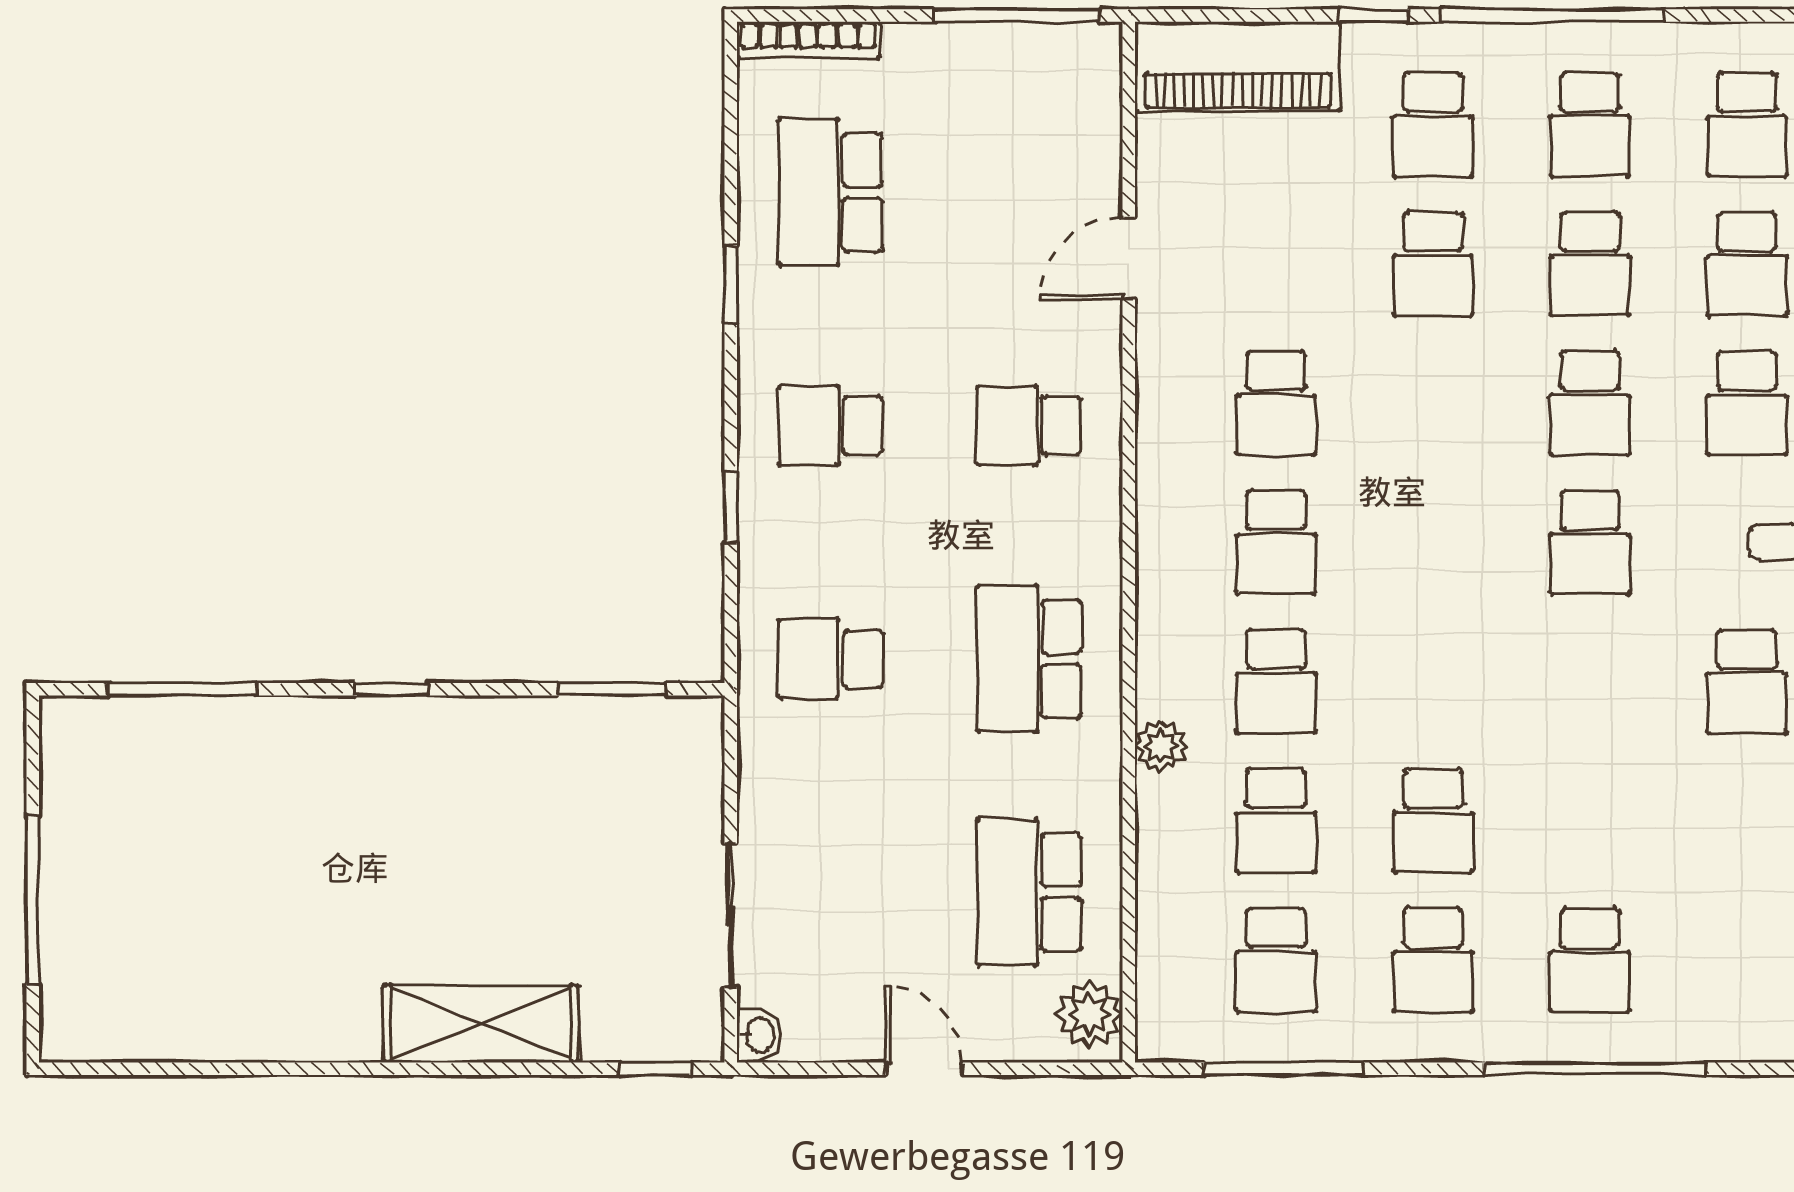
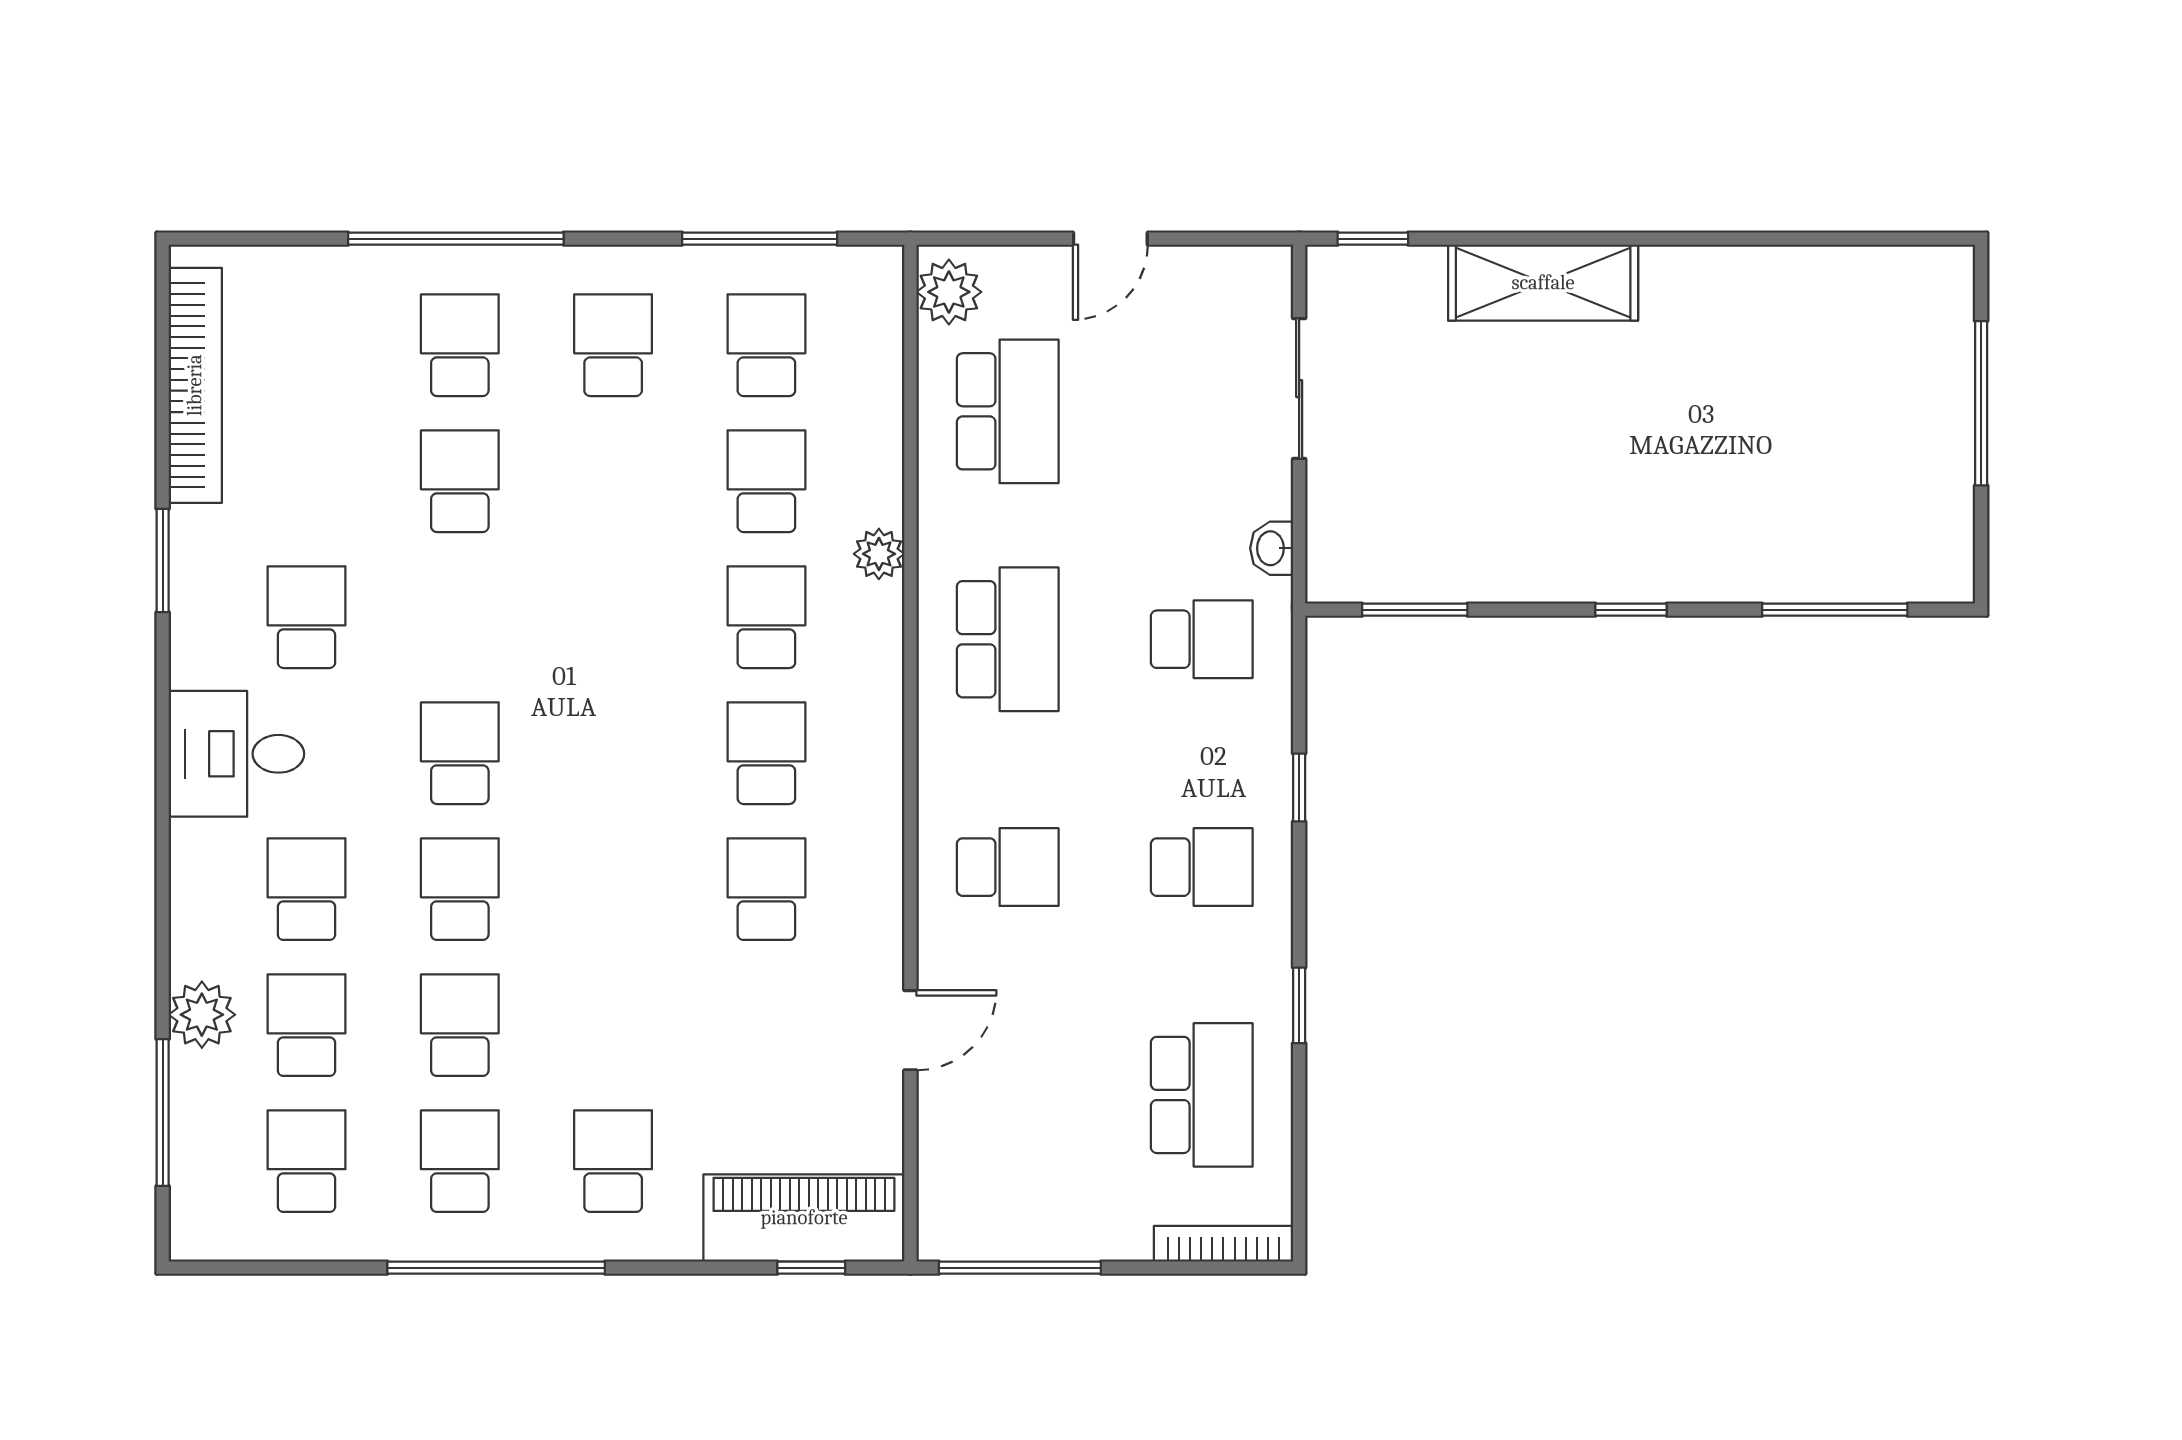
window: (1374, 16) -> (811, 1268), moved
school desk: (1433, 264) -> (613, 1025), removed
school desk: (1433, 821) -> (460, 481), moved
washbasin: (759, 1035) -> (1272, 548), moved
door: (924, 1069) -> (1110, 239), hinge flipped

